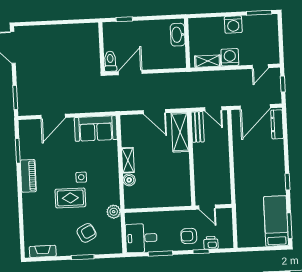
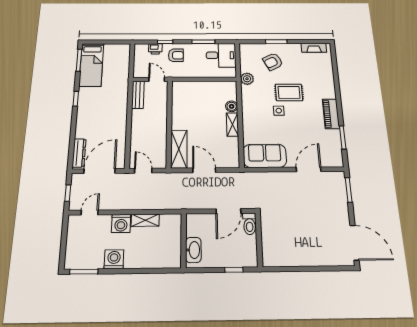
washbasin: (178, 35) -> (193, 250), moved
wall: (187, 43) -> (184, 240), moved
bench: (198, 127) -> (138, 95), moved

